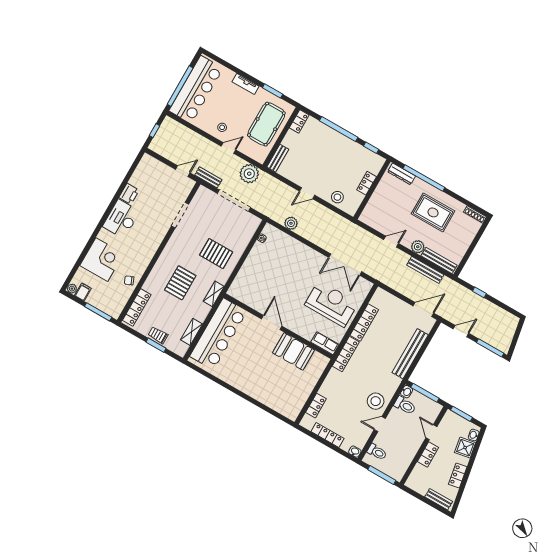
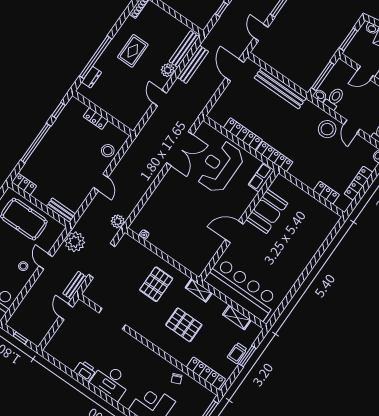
dresser: (402, 174) -> (92, 77), width x0.70
rug: (433, 212) -> (133, 51), width x0.73, depth x0.70
plant: (291, 223) -> (118, 221), moved

